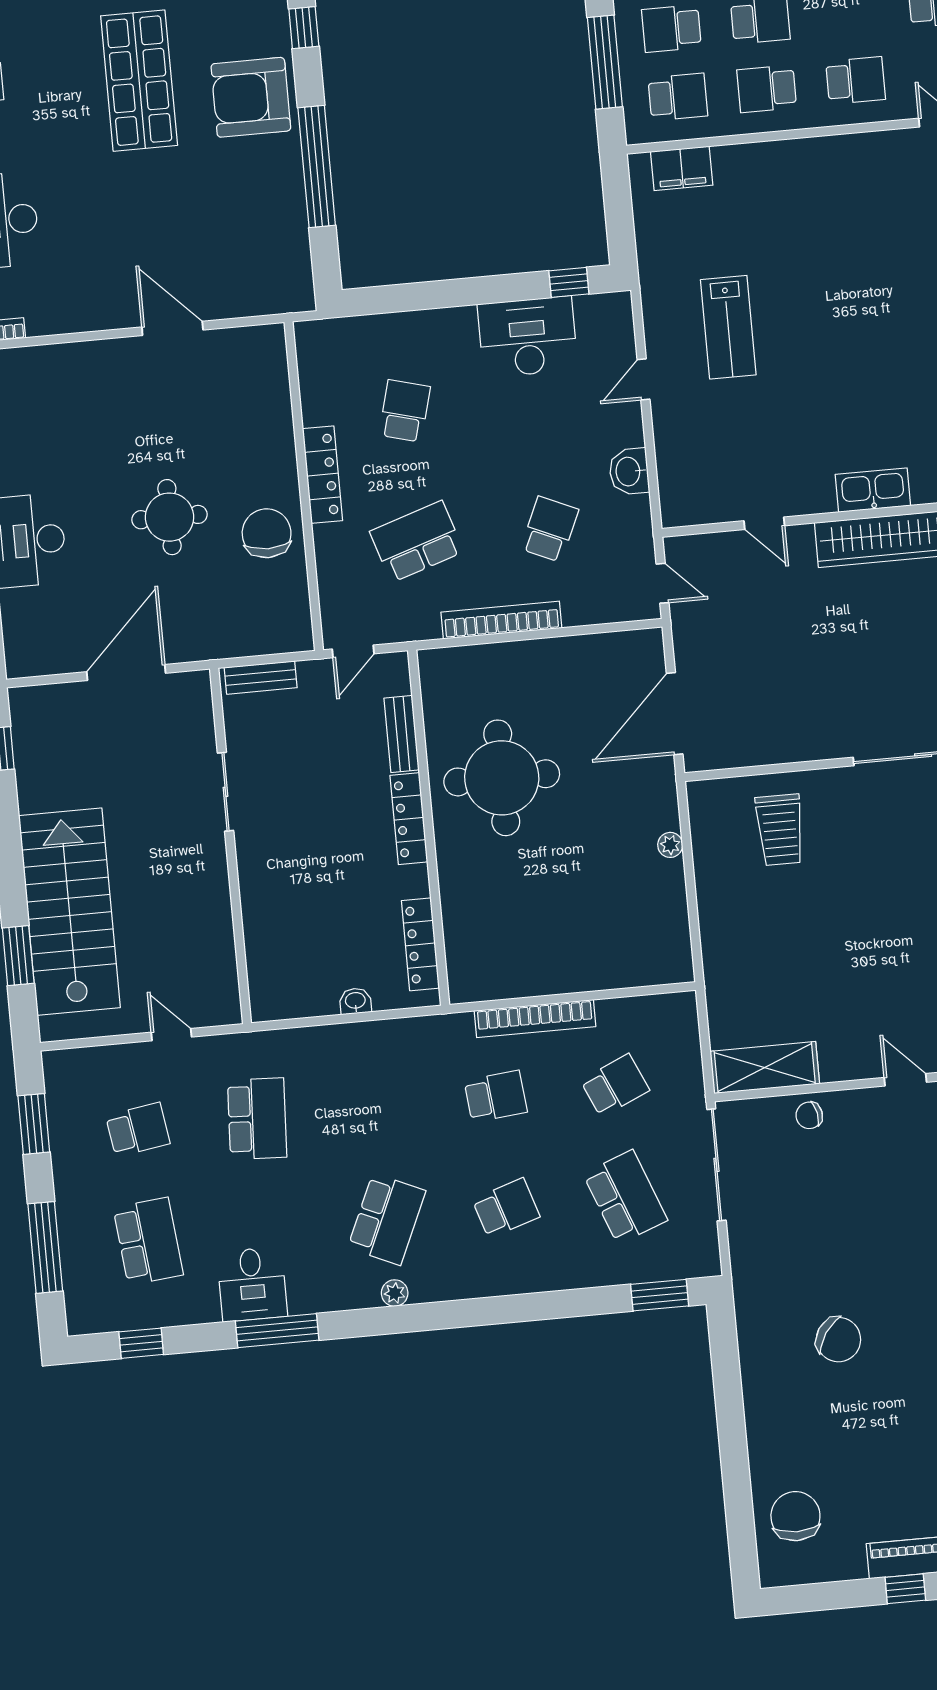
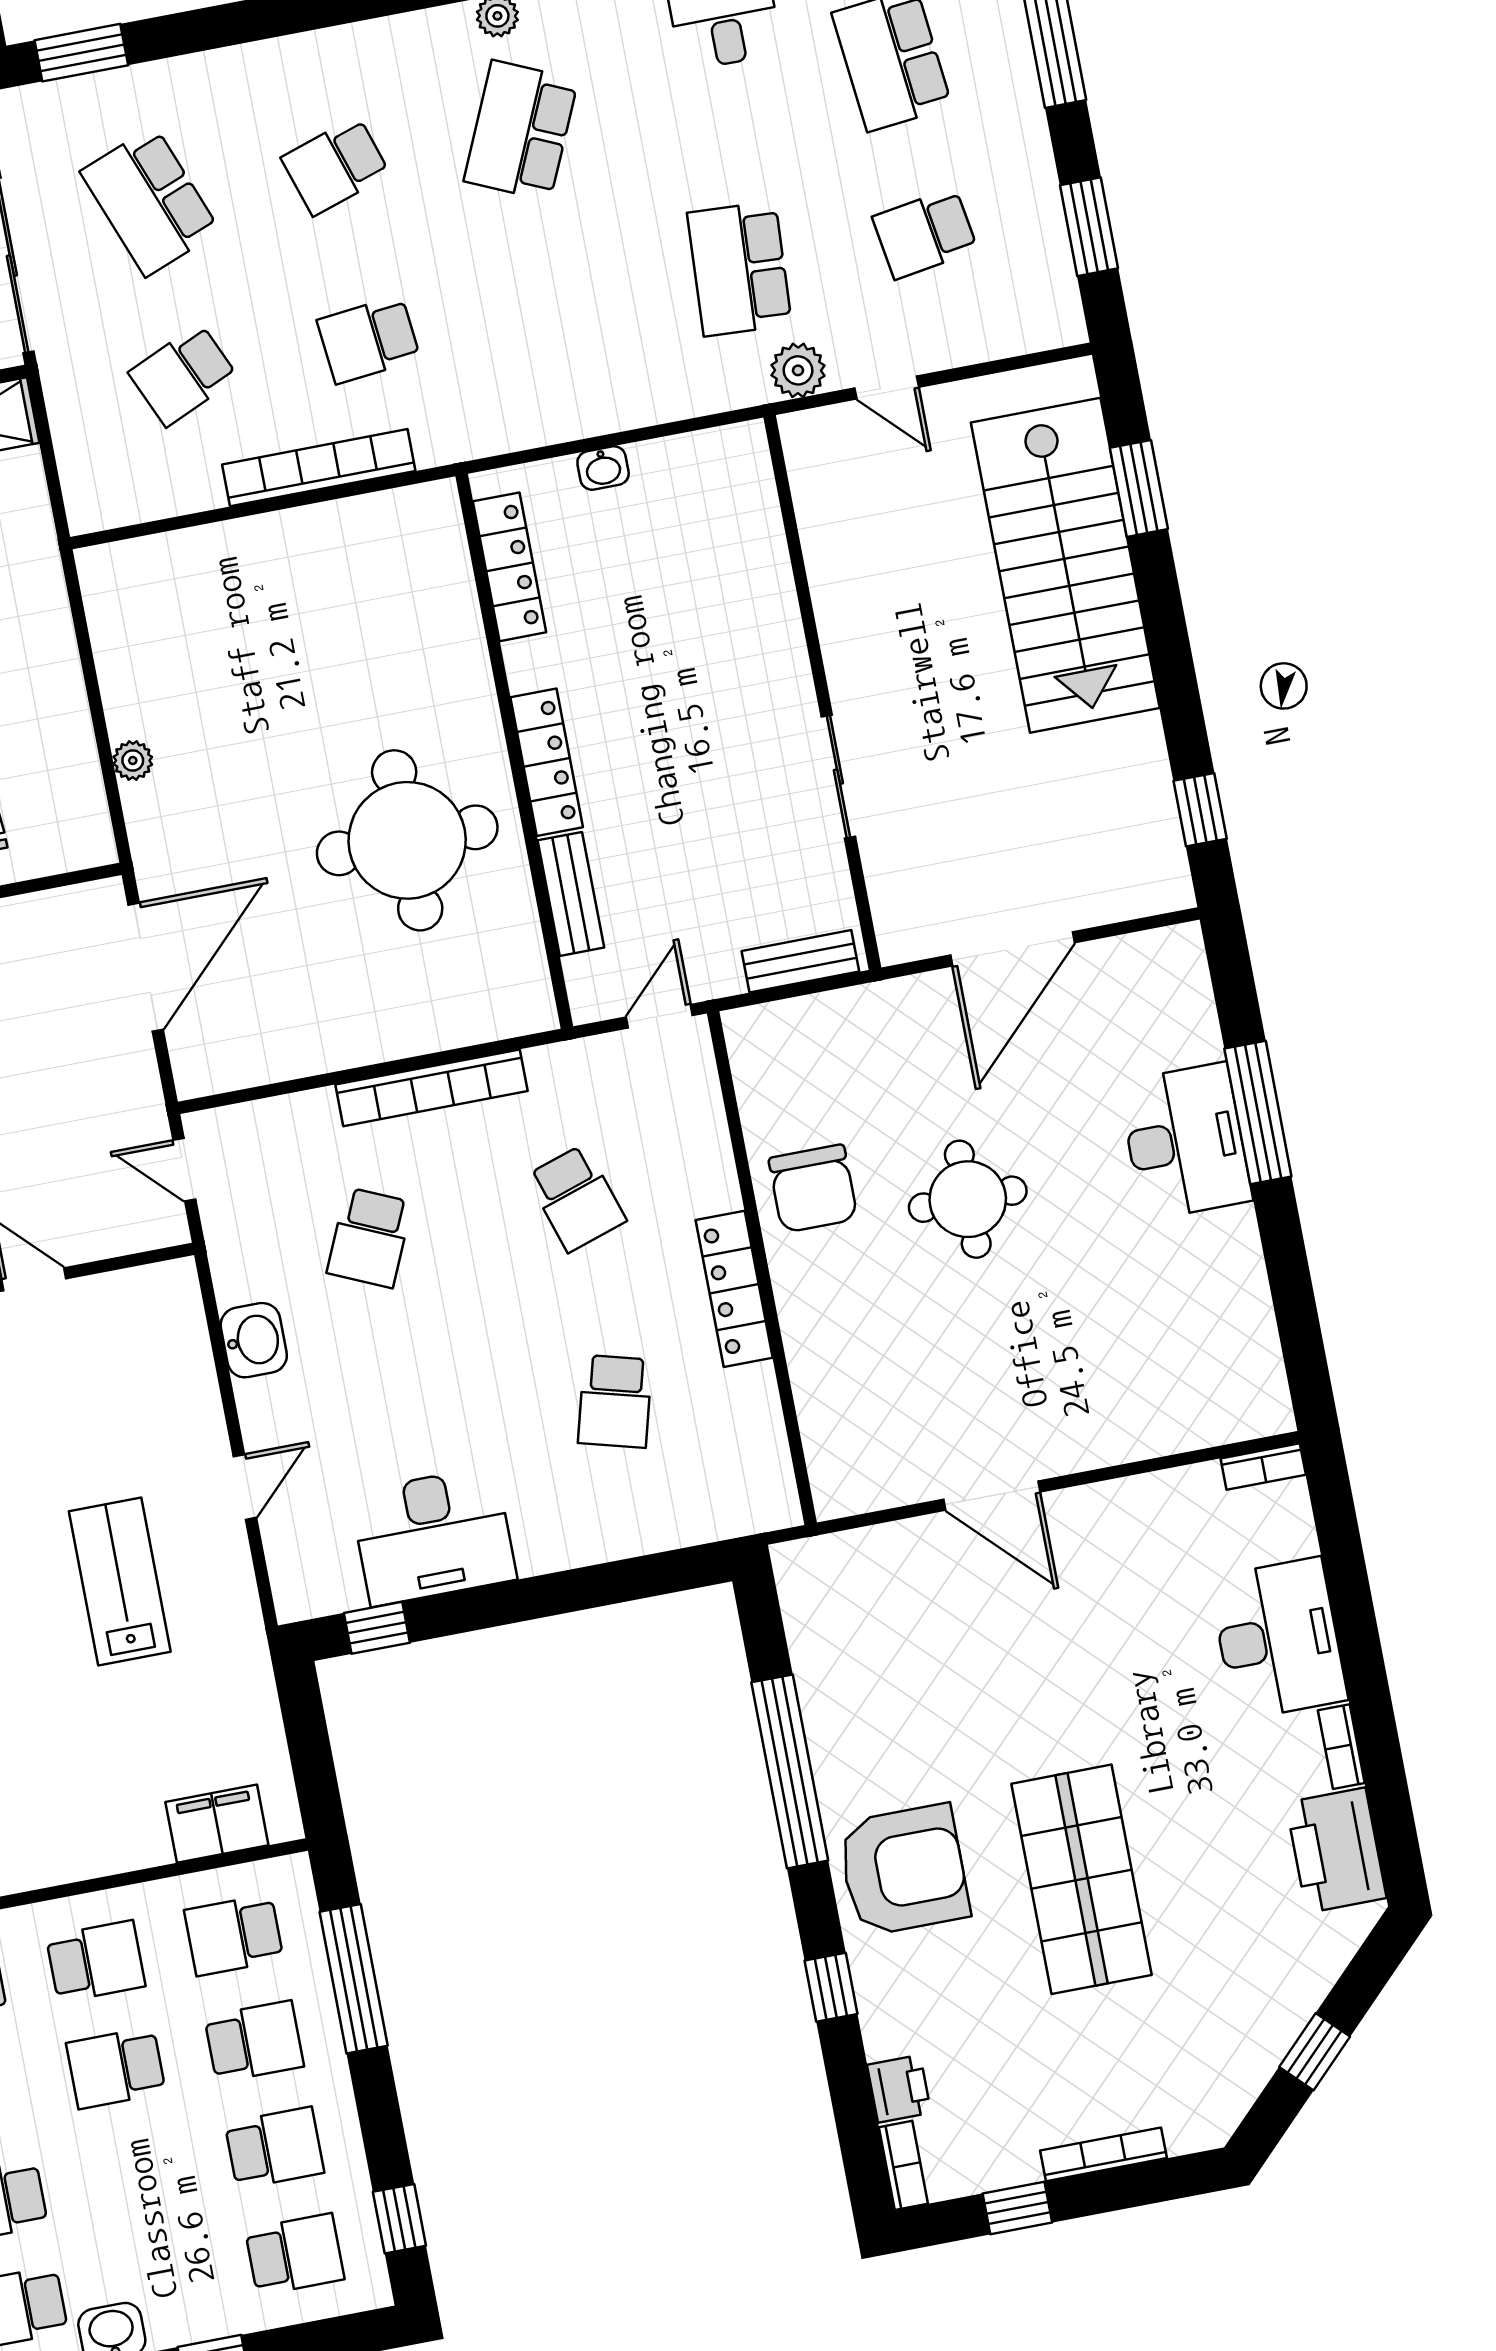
school desk: (417, 541) -> (576, 1198), width x0.54
plant: (226, 1051) -> (798, 370), added

